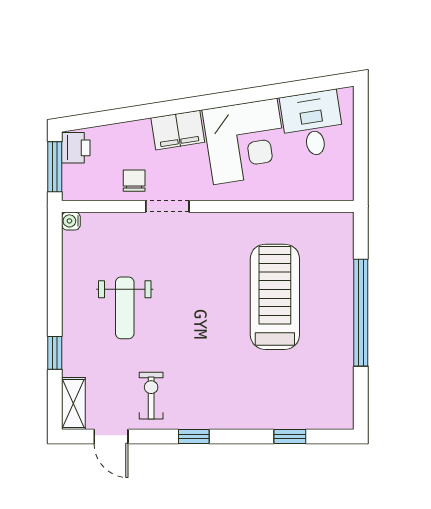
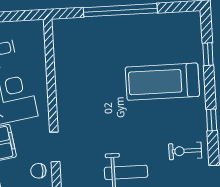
treadmill: (275, 297) -> (162, 82), moved

